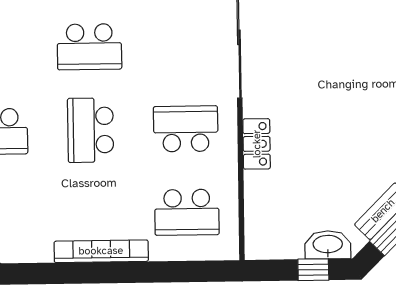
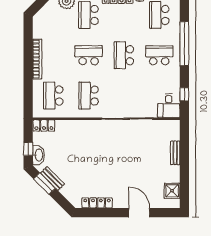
school desk: (186, 129) -> (89, 96), turned 180
locker: (257, 144) -> (44, 125), moved

